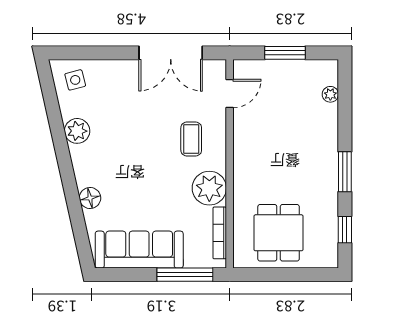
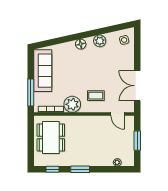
floor lamp: (90, 198) -> (81, 44), moved
dining table: (279, 233) -> (51, 138), width x1.38

